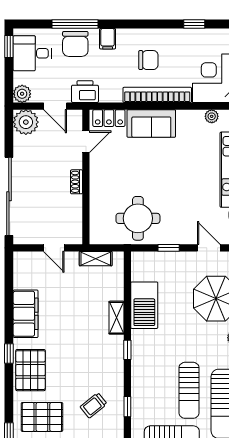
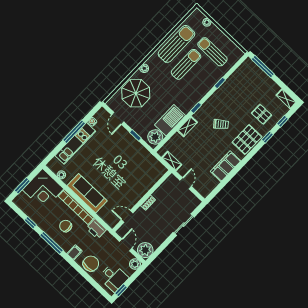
window: (75, 24) -> (52, 243), moved
printer: (85, 92) -> (96, 229), moved
locker: (109, 118) -> (107, 217), removed
sofa: (151, 123) -> (87, 193), width x1.36
sliding door: (9, 196) -> (184, 225), width x0.54
round table: (138, 218) -> (136, 161), removed
plant: (143, 268) -> (155, 137), added
window: (9, 353) -> (267, 137), moved
trolley: (94, 405) -> (221, 124), moved
pallet: (42, 417) -> (262, 114), width x0.67, depth x0.71

